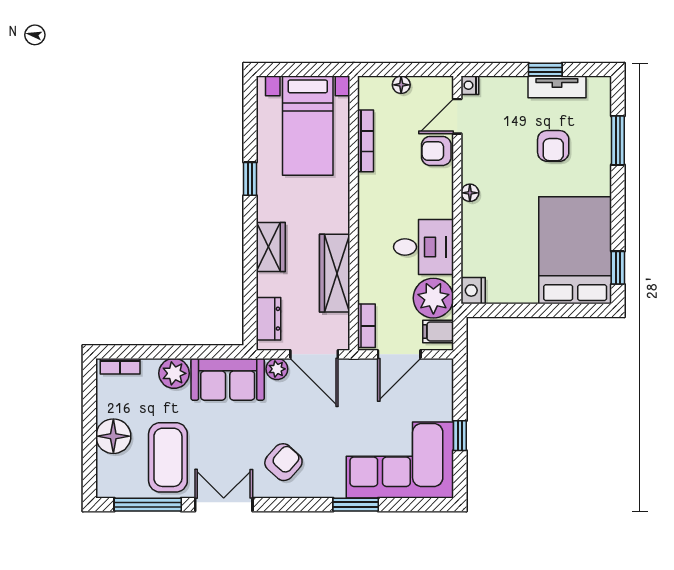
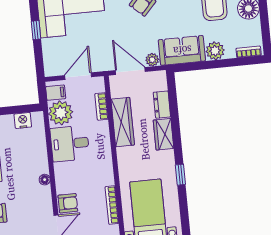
nightstand: (473, 290) -> (23, 120), moved, turned -90
dresser: (269, 319) -> (162, 105), moved
bookcase: (366, 326) -> (102, 106), moved

